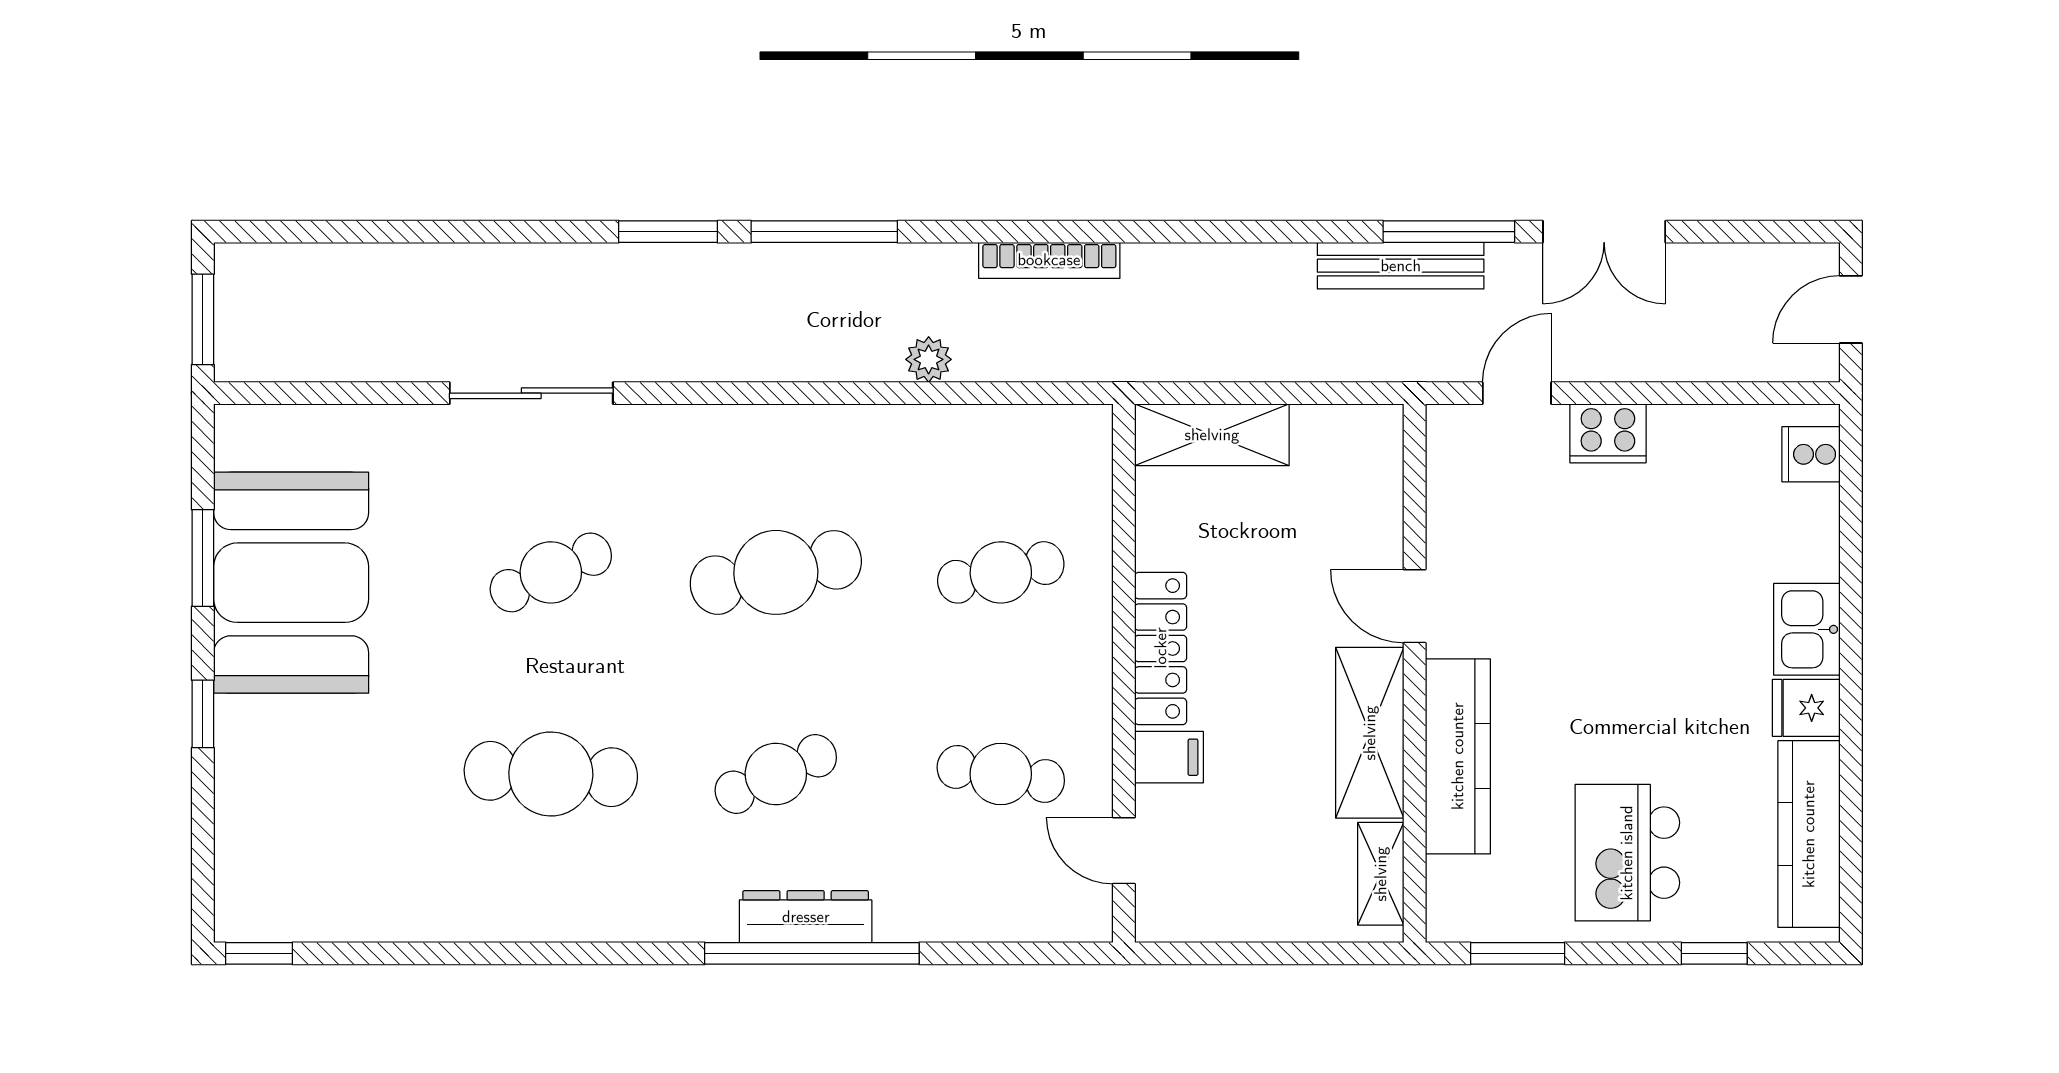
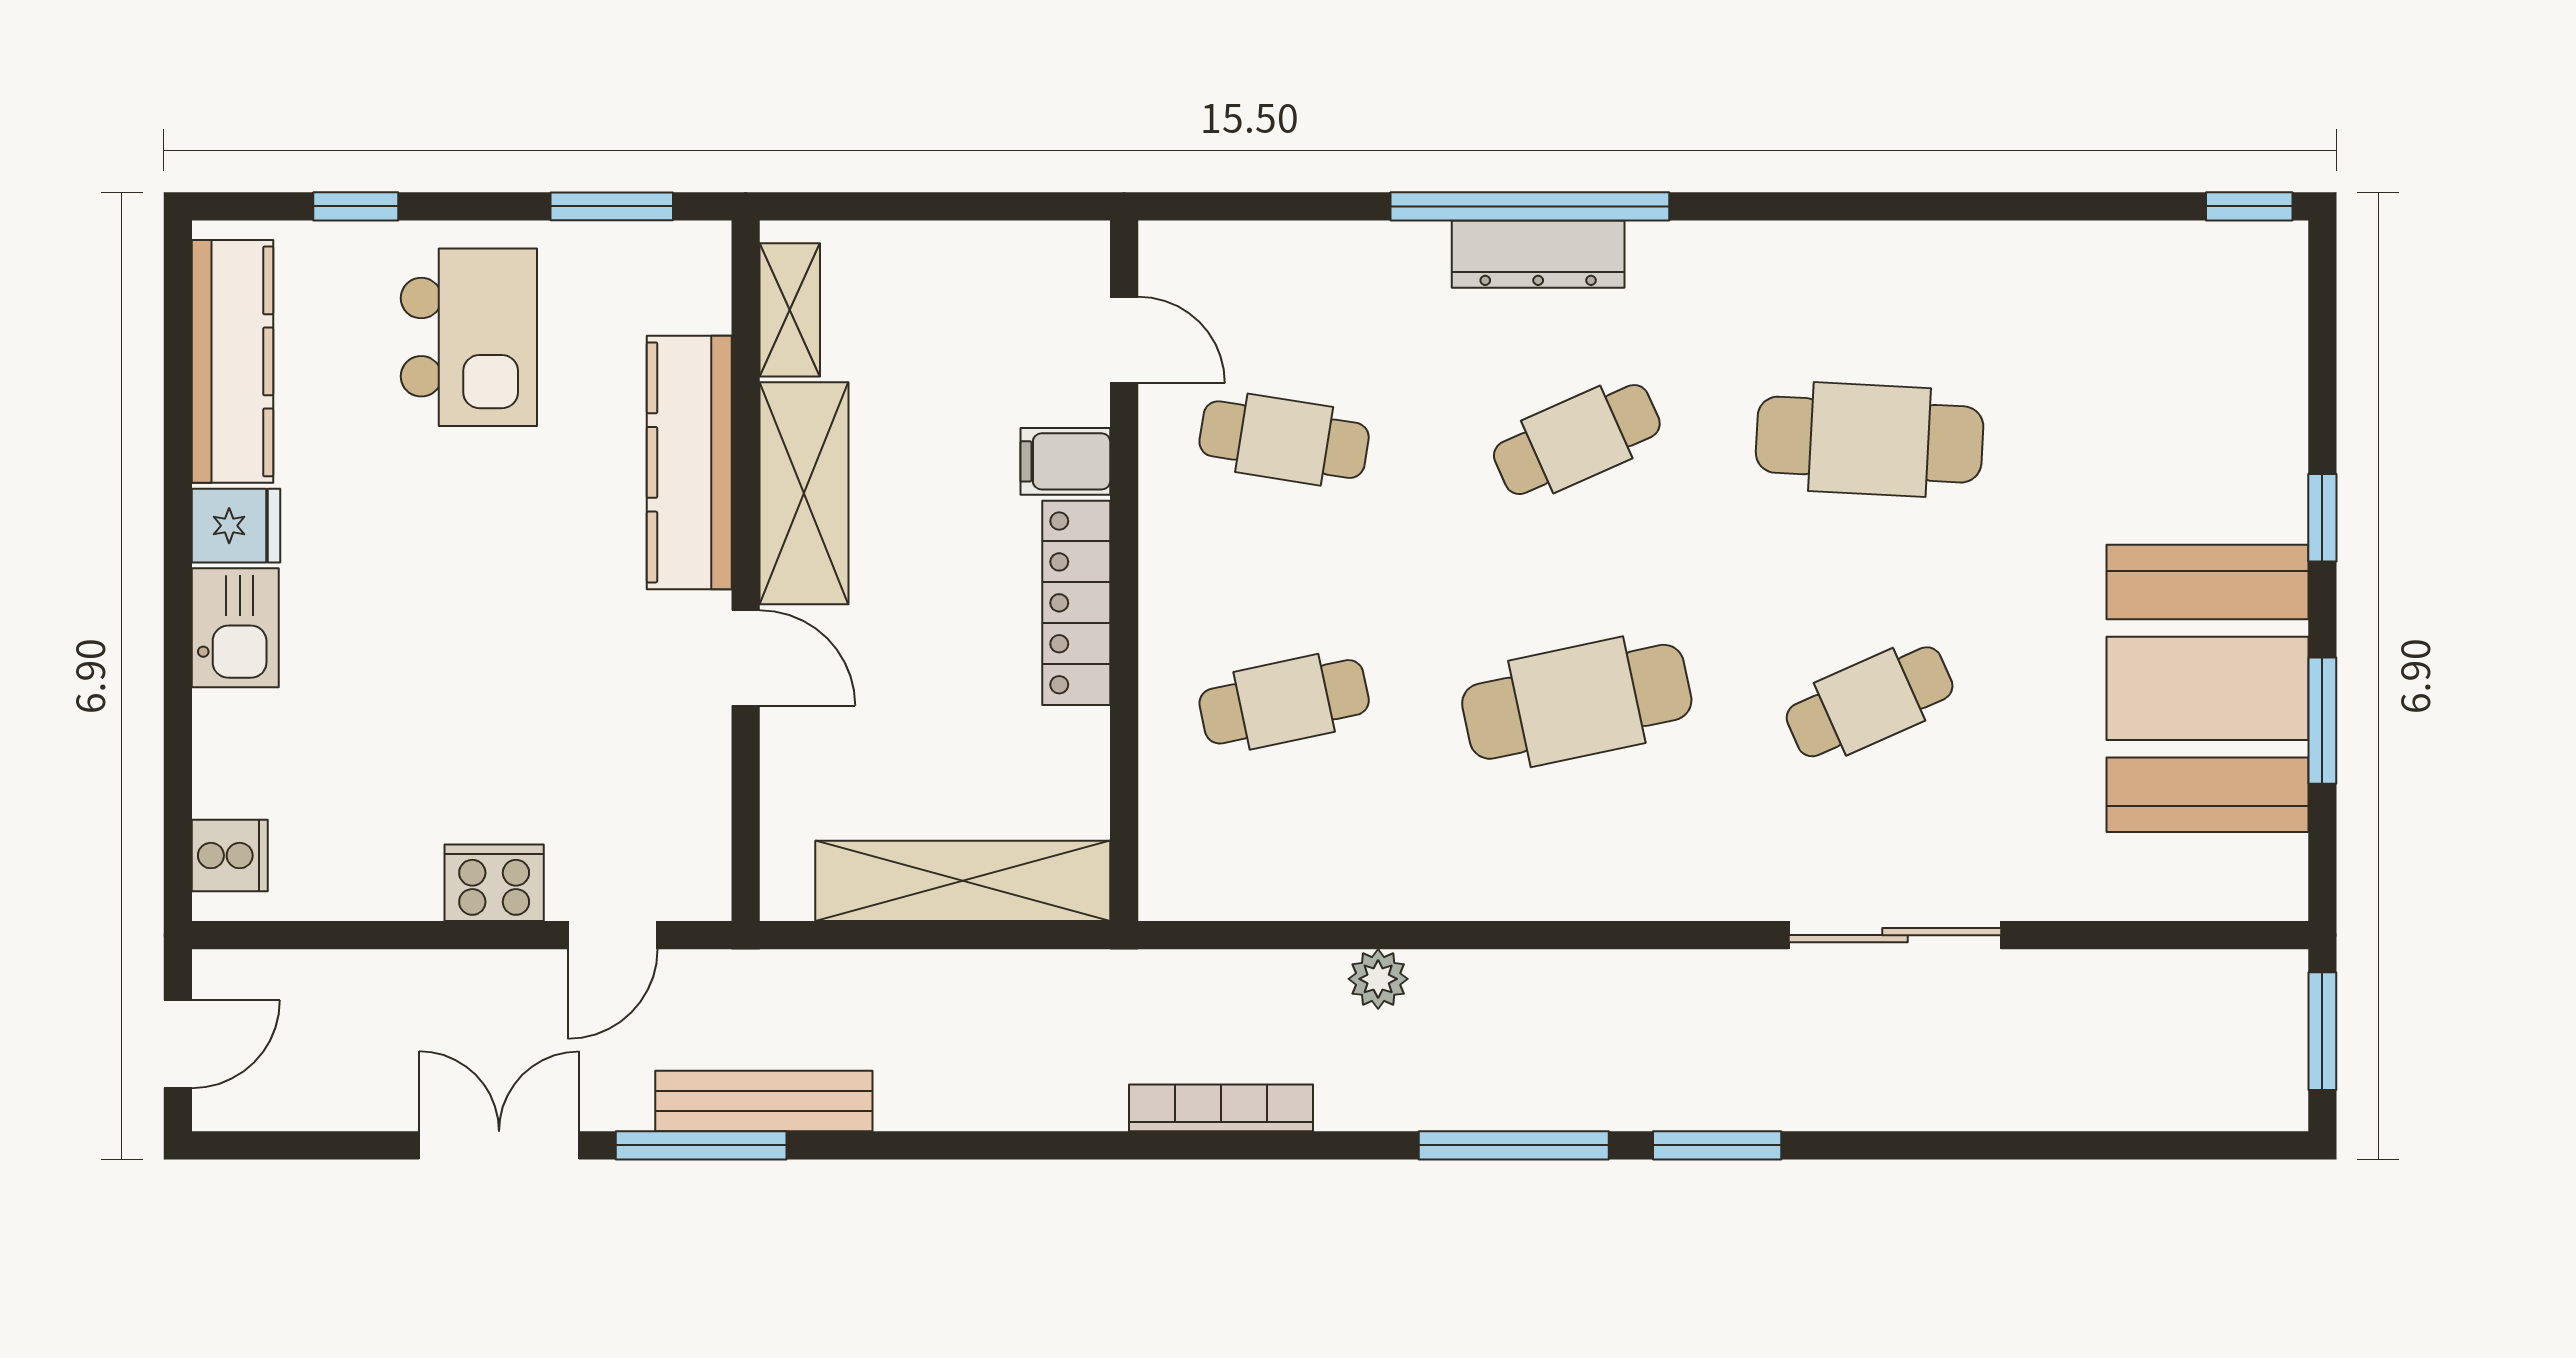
shelving: (1212, 435) -> (963, 881), width x1.47

